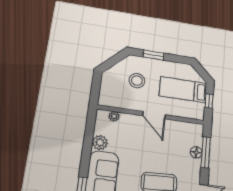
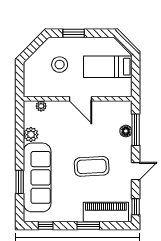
window: (209, 101) -> (136, 75), removed

